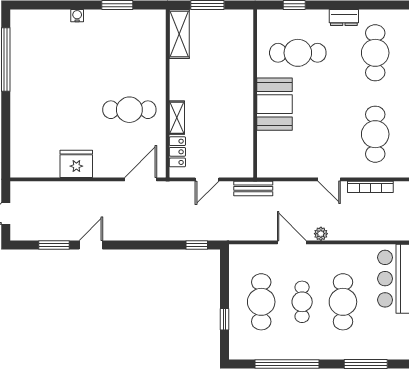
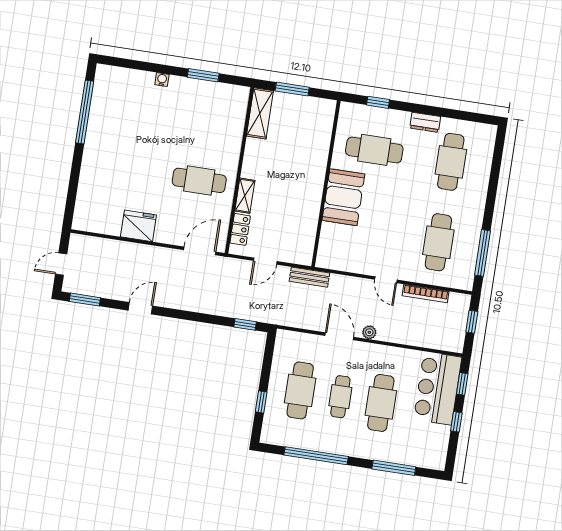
window: (54, 245) -> (85, 300), moved

